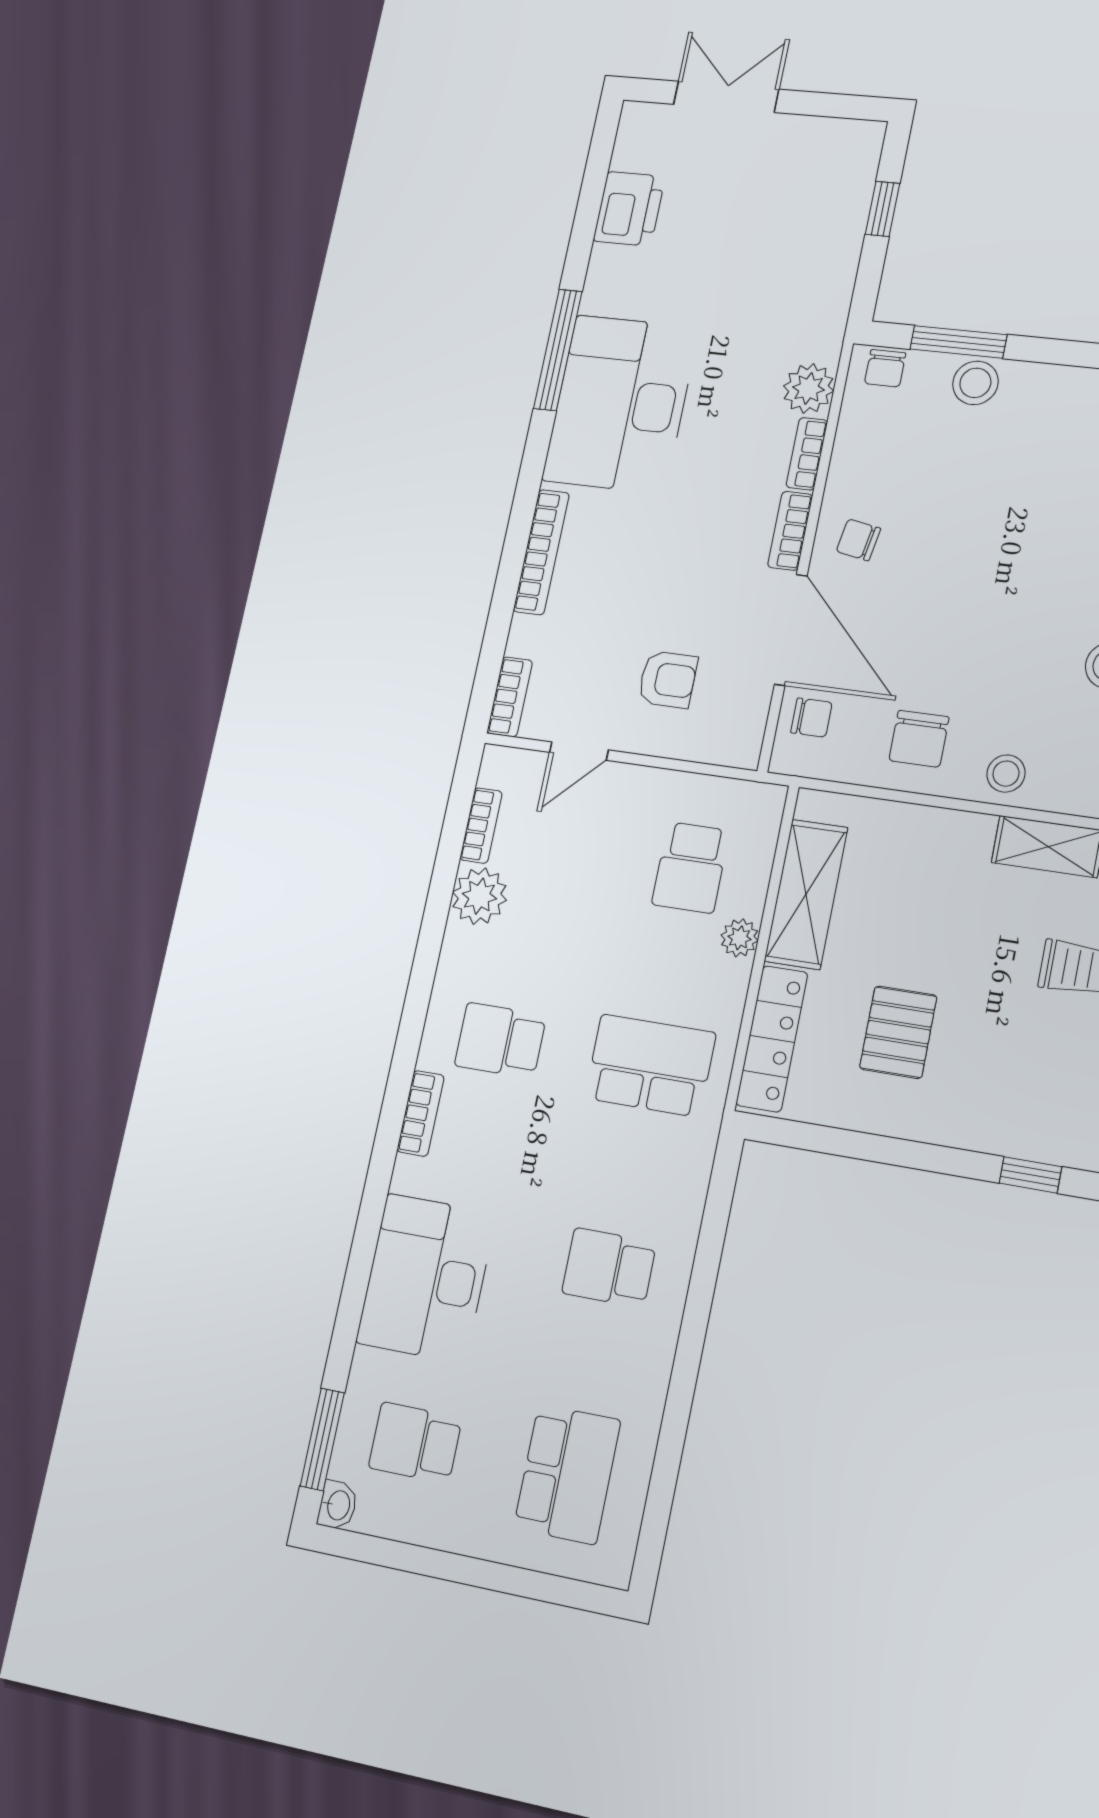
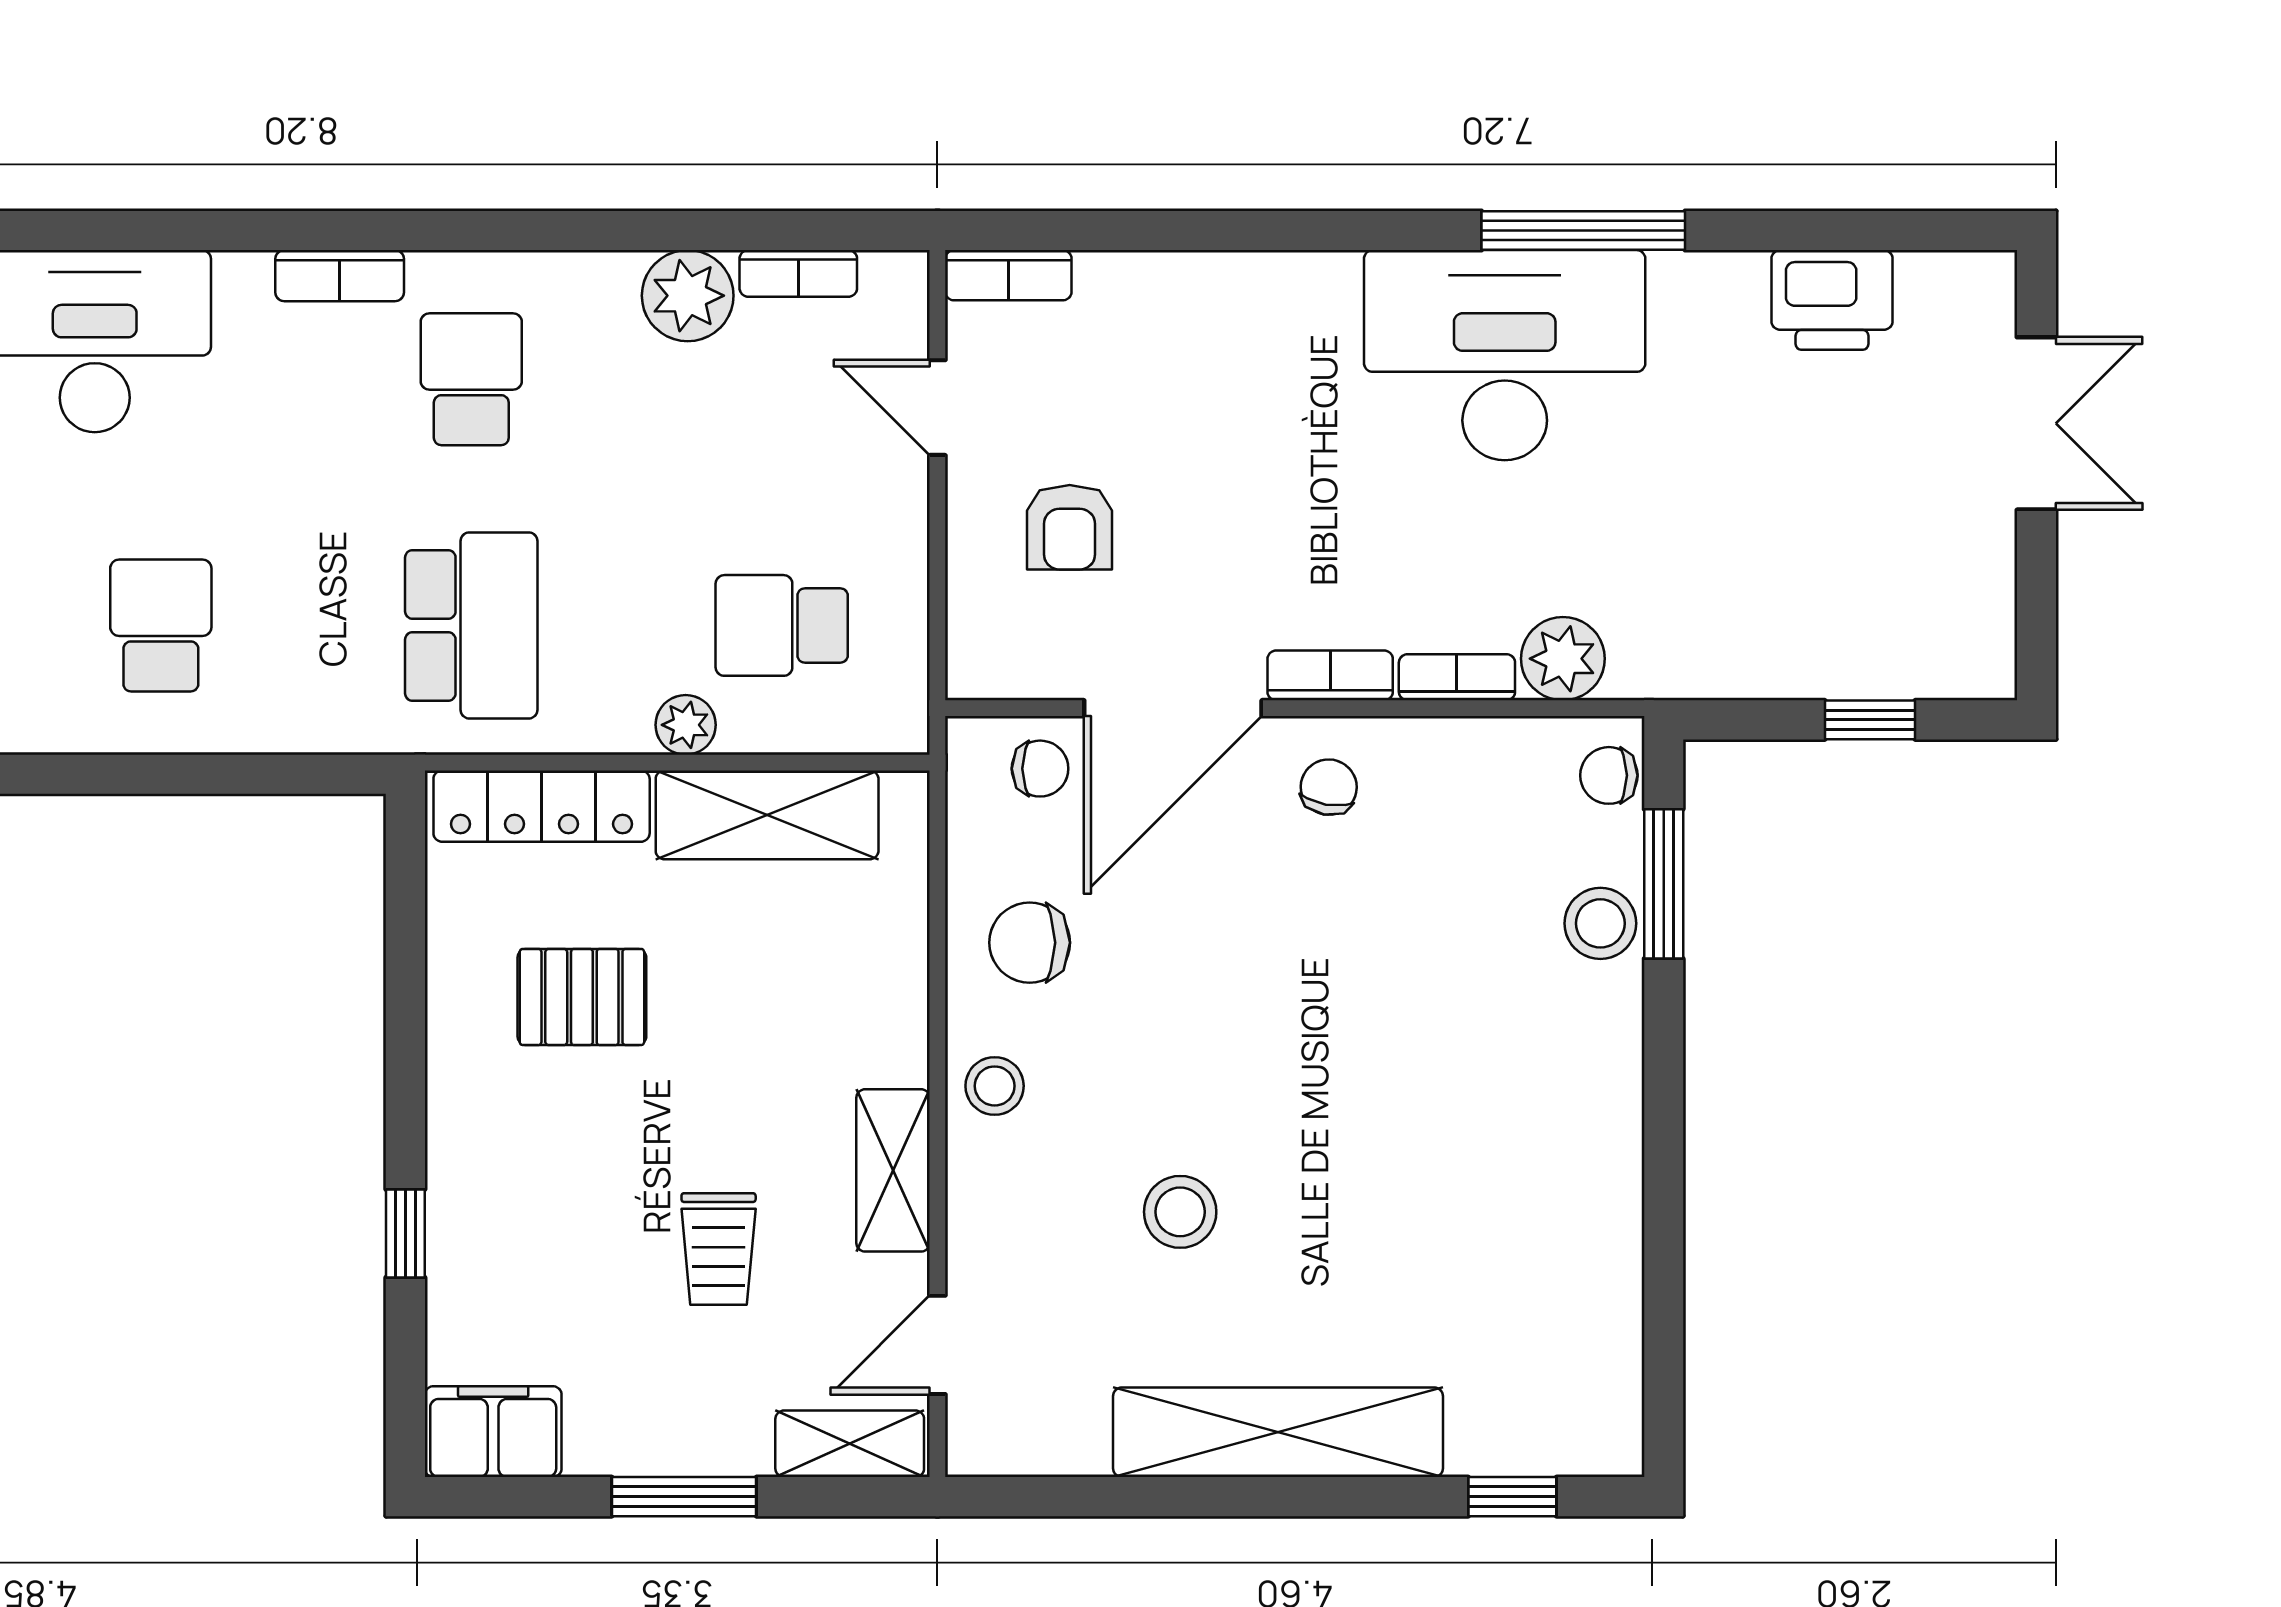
bookcase: (541, 552) -> (1248, 276), removed
chair: (811, 718) -> (1040, 769), turned -90

